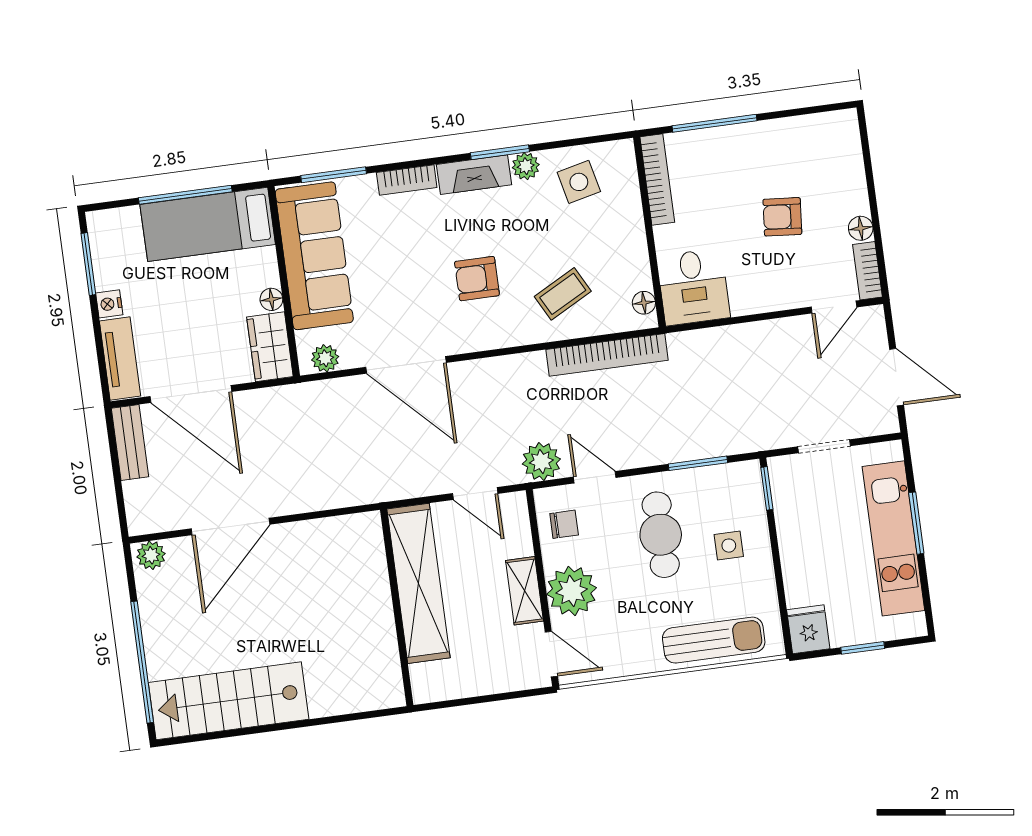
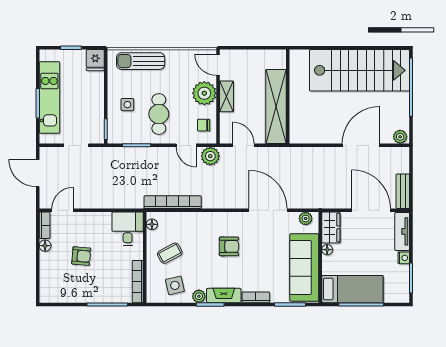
coffee table: (563, 294) -> (170, 253), moved
stairs: (229, 701) -> (360, 70), width x1.36, depth x1.51

